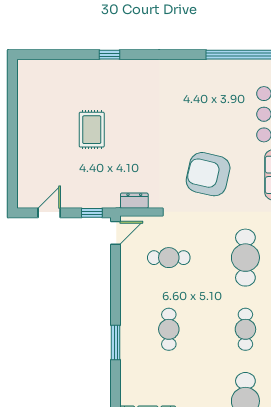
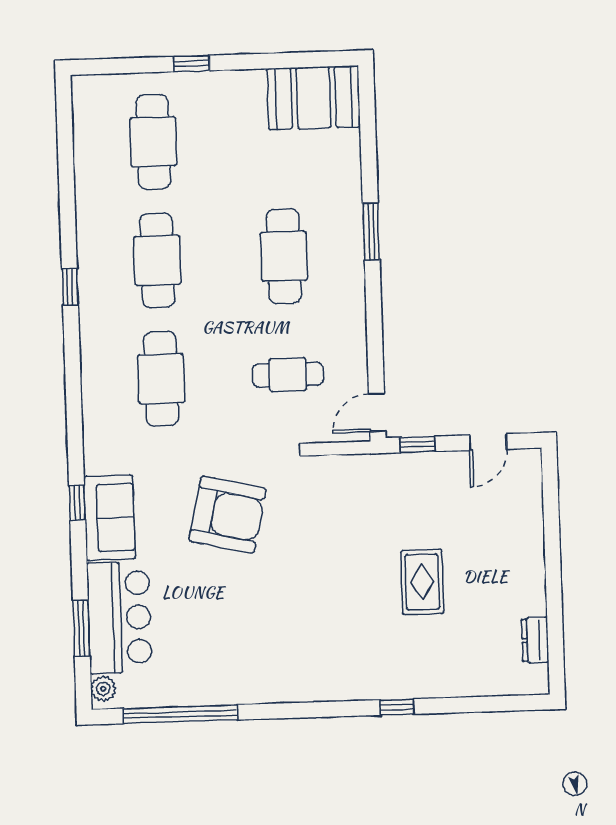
dresser: (134, 201) -> (535, 640), moved, turned 90
cafe table: (169, 329) -> (284, 256), width x1.37, depth x1.35
cafe table: (245, 329) -> (157, 260), width x1.37, depth x1.35

